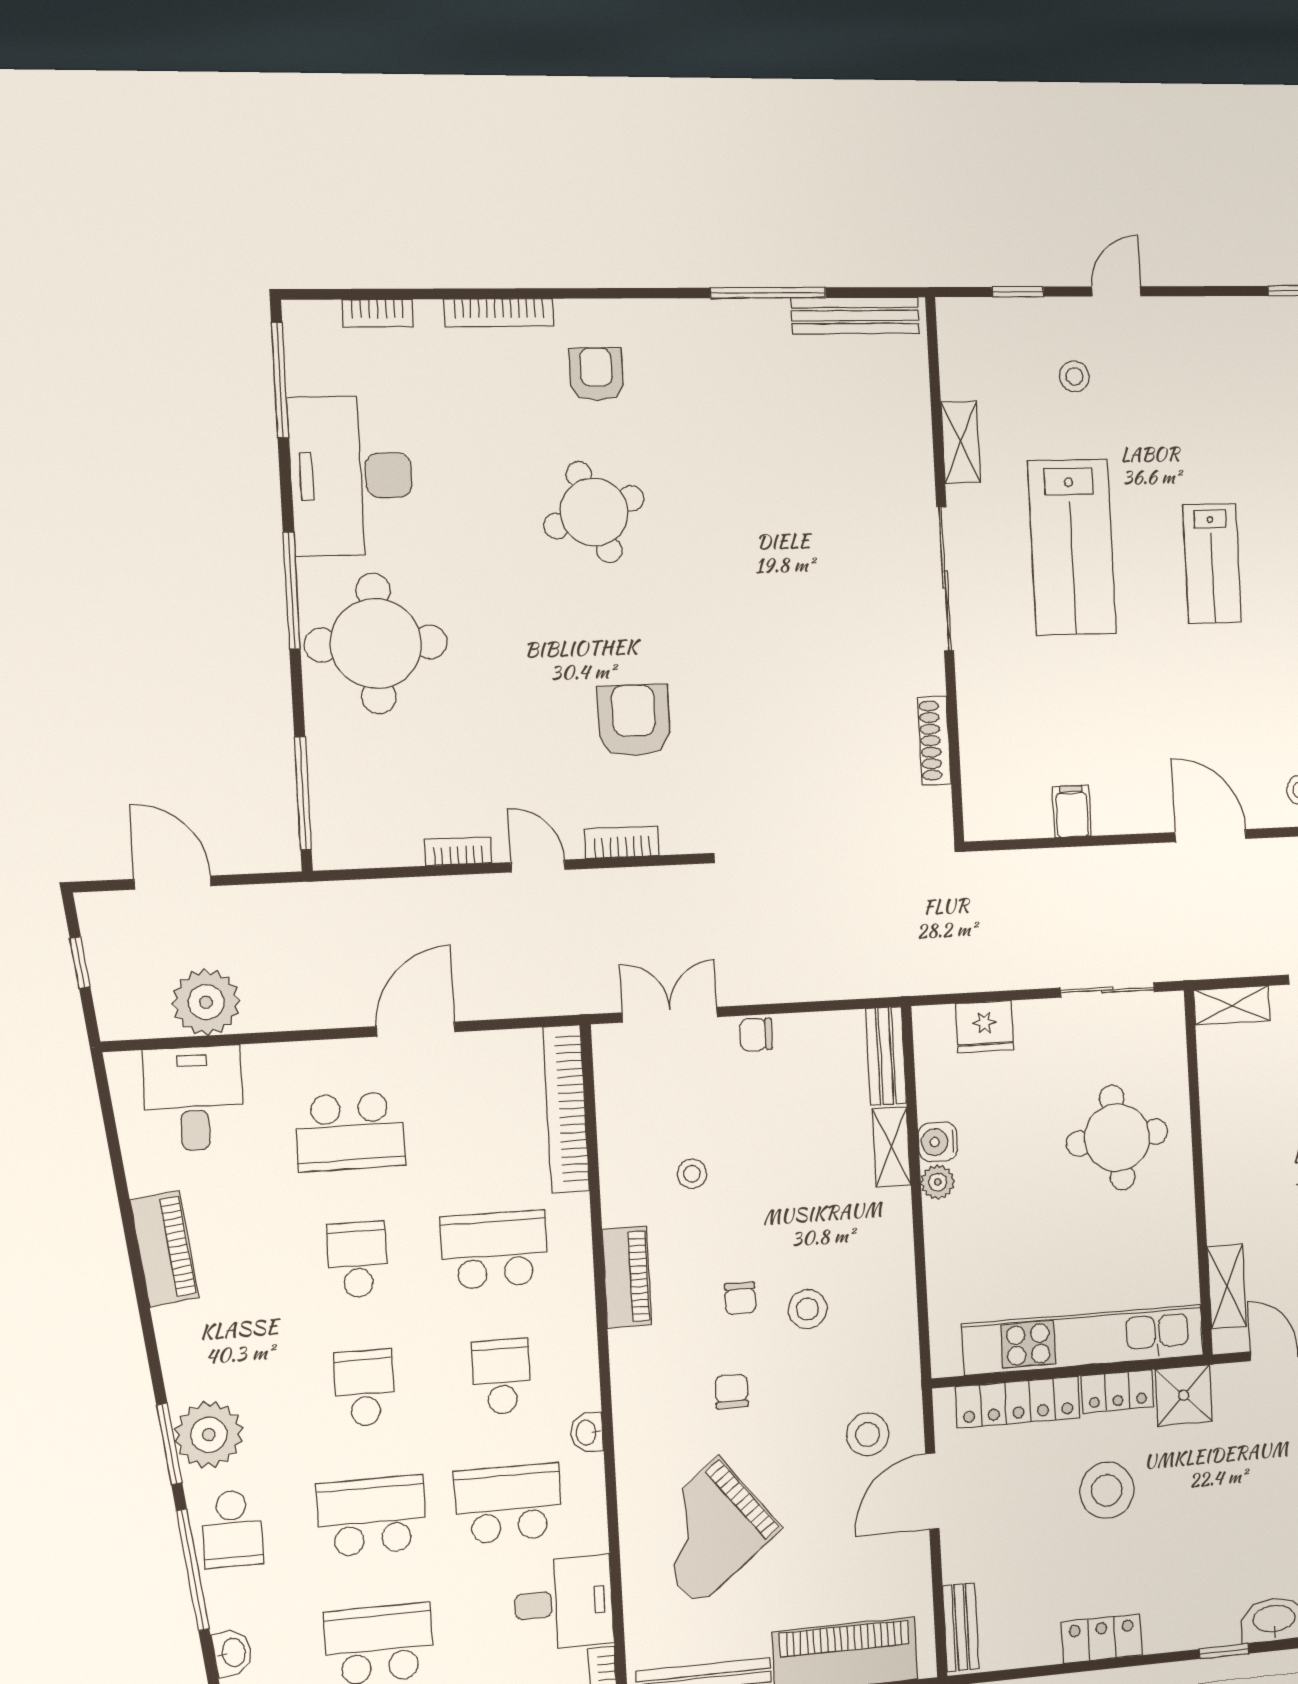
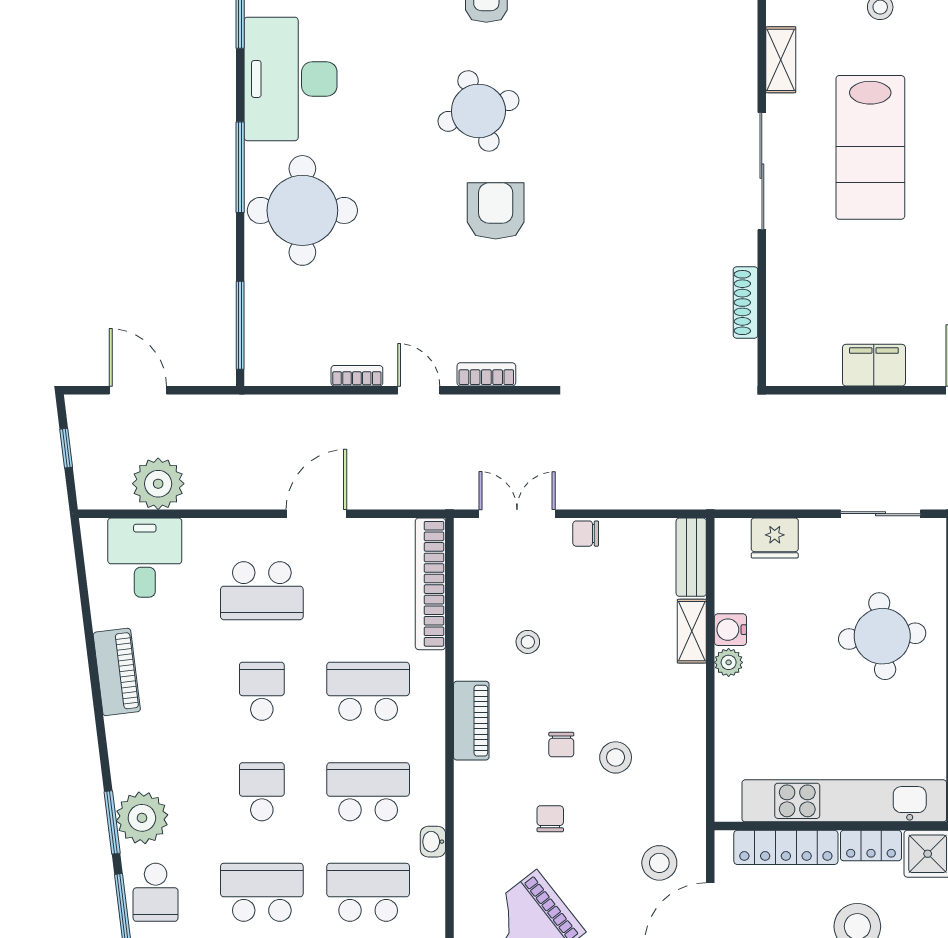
armchair: (634, 720) -> (496, 211), moved
filing cabinet: (1072, 811) -> (874, 365), width x2.00
school desk: (501, 1377) -> (368, 792), width x1.85

